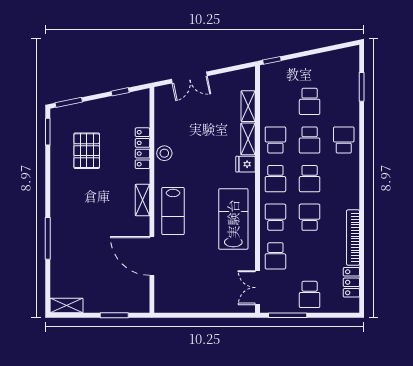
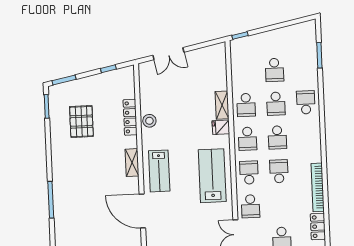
shelving: (248, 106) -> (221, 76), removed
school desk: (275, 140) -> (246, 105), turned 180

